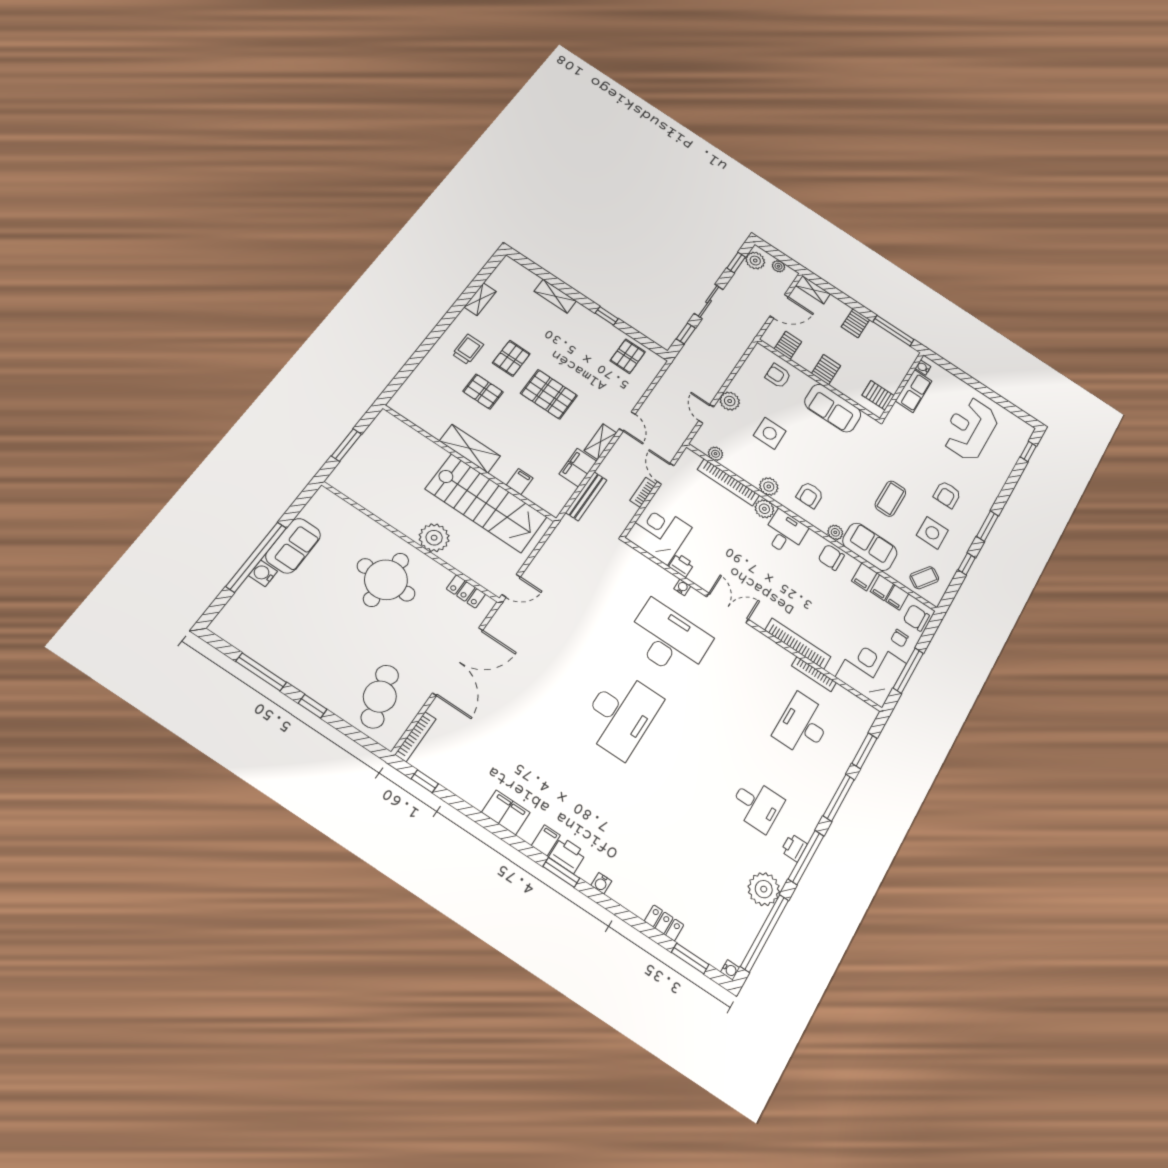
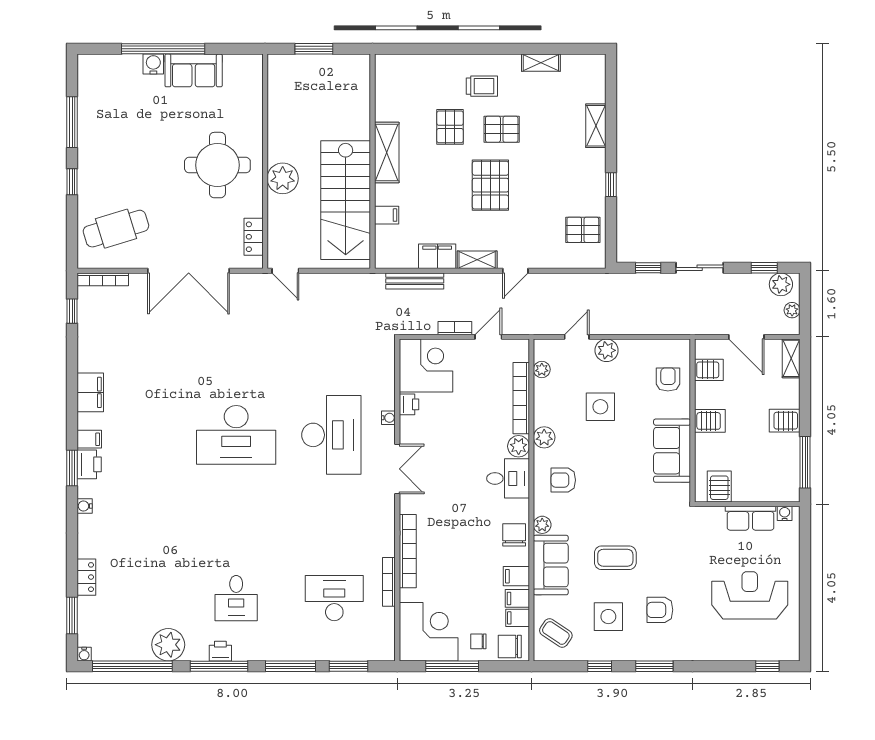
chair: (916, 618) -> (510, 646), turned -90

